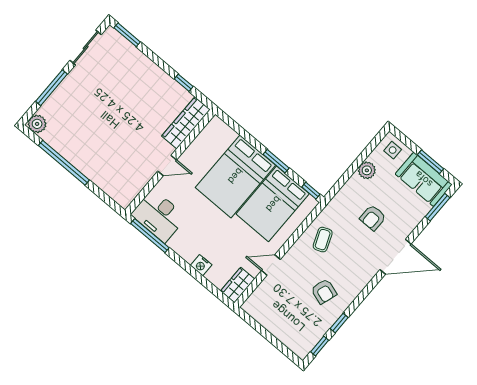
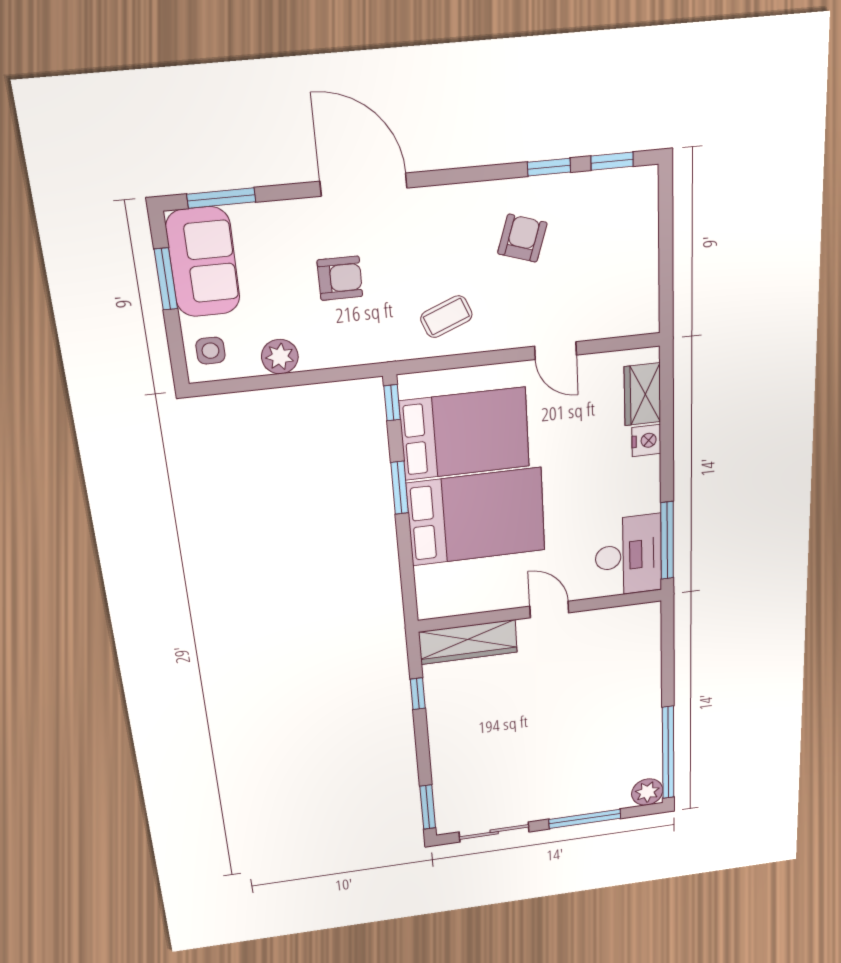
window: (64, 163) -> (668, 753), moved
wardrobe: (238, 285) -> (642, 394), moved, turned 90

